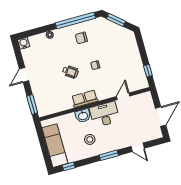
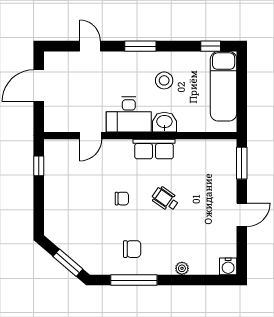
window: (75, 20) -> (134, 280), width x0.68

